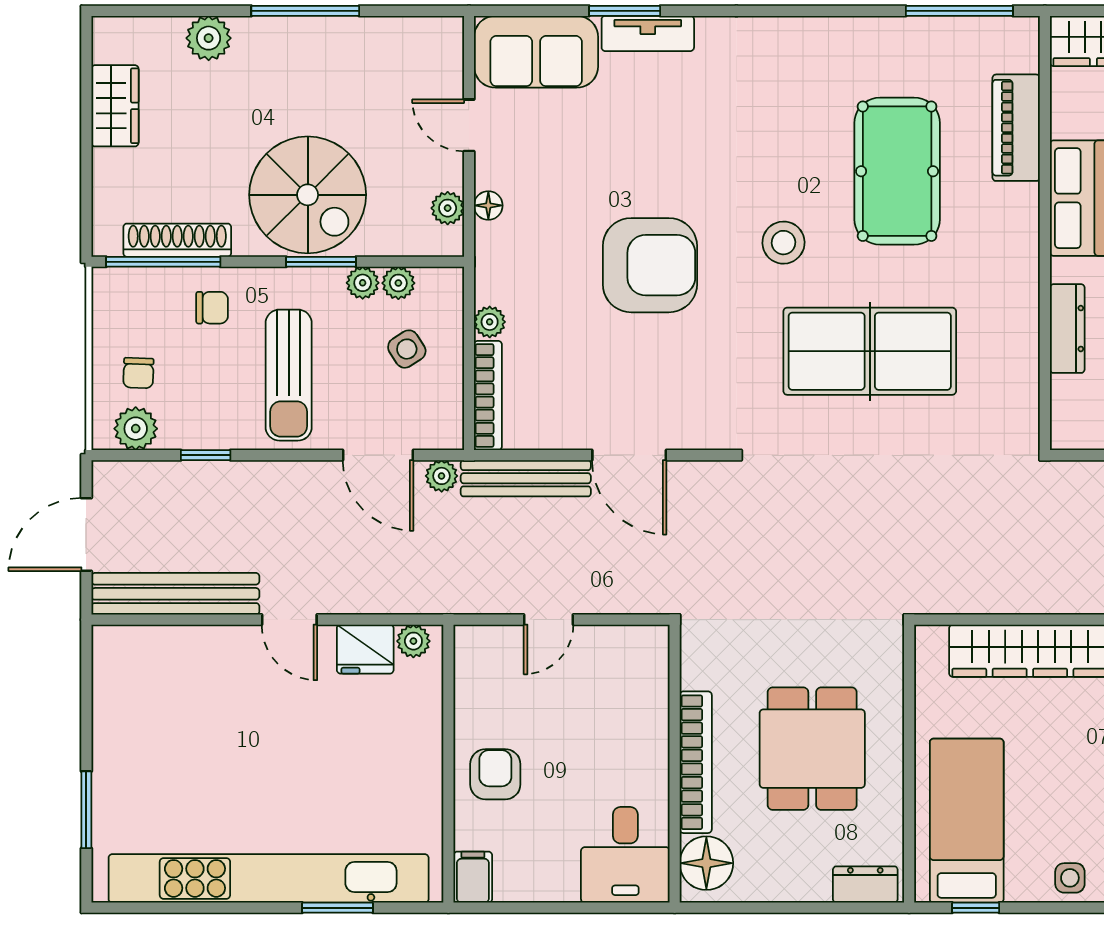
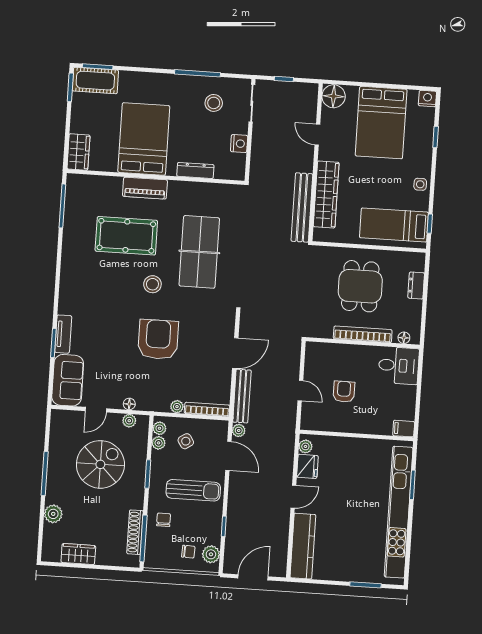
piano: (1016, 128) -> (145, 188), moved
spiral stairs: (308, 195) -> (100, 464), moved
plant: (363, 283) -> (159, 428), moved
door: (378, 455) -> (228, 456), hinge flipped
door: (86, 534) -> (253, 577), swing flipped
bench: (175, 594) -> (302, 208), moved
kitchen counter: (171, 651) -> (303, 546), added
dining table: (812, 749) -> (360, 286), turned 90
armchair: (495, 774) -> (344, 392), moved, turned 90
floor lamp: (706, 863) -> (404, 338), width x0.53, depth x0.53
dresser: (865, 884) -> (416, 285), moved

